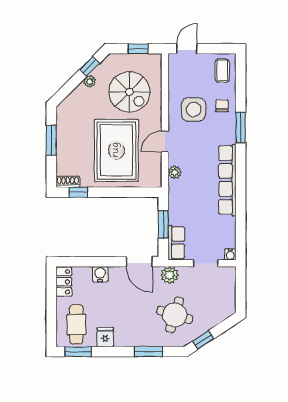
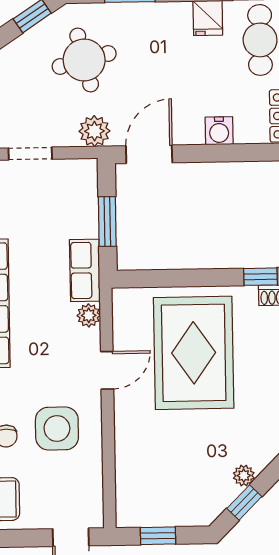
spiral stairs: (129, 92) -> (172, 458), removed
row of seats: (176, 243) -> (85, 270), moved
door: (139, 262) -> (149, 154), hinge flipped
round table: (175, 315) -> (84, 60), turned -31

